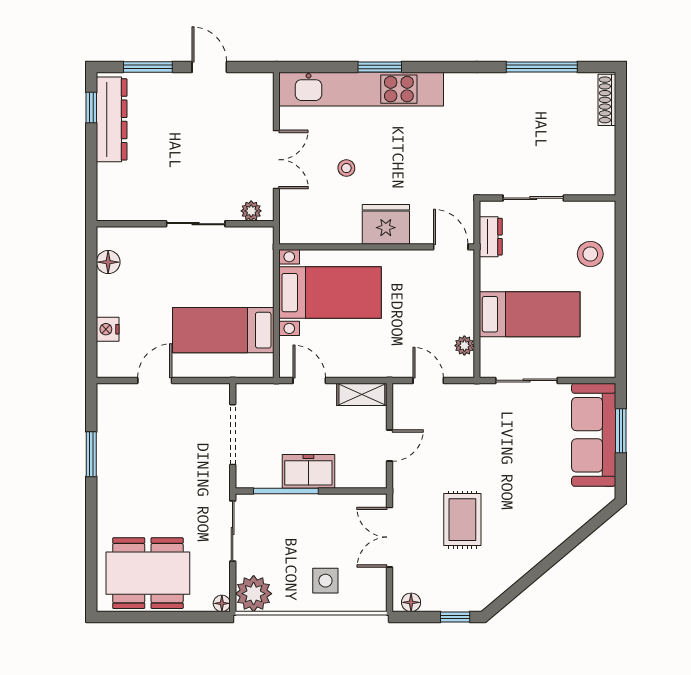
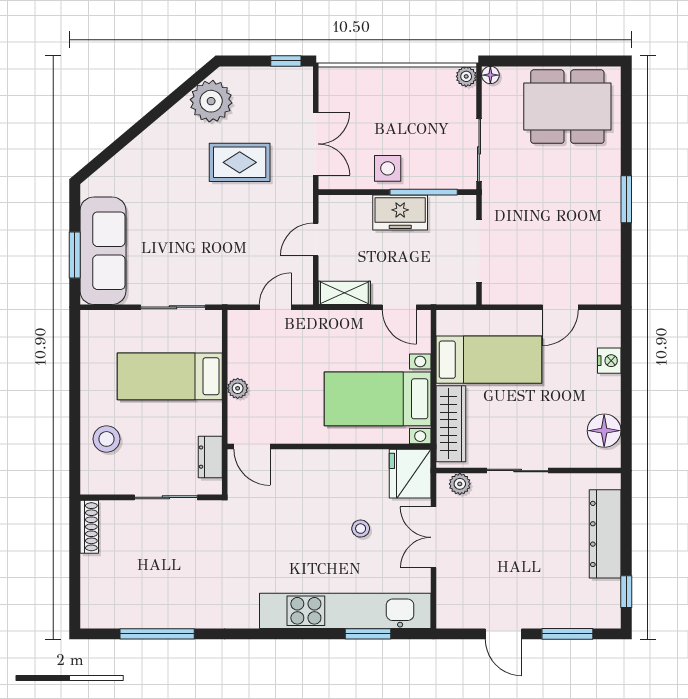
window: (380, 67) -> (368, 634), moved
shoe rack: (607, 100) -> (89, 527), moved
dresser: (112, 119) -> (605, 534), moved
fridge: (386, 224) -> (410, 474), moved, turned 90
floor lamp: (108, 262) -> (604, 431), width x1.38, depth x1.38
wardrobe: (260, 269) -> (451, 424), added
plant: (464, 346) -> (238, 388), moved
door: (428, 380) -> (275, 307), swing flipped
window: (91, 454) -> (626, 199), moved
rug: (462, 520) -> (240, 162), turned 90
plant: (490, 578) -> (211, 101), added
side table: (325, 581) -> (388, 168), moved
plant: (254, 594) -> (466, 76), width x0.53, depth x0.53
floor lamp: (411, 602) -> (293, 76), removed
window: (455, 617) -> (286, 61), moved

